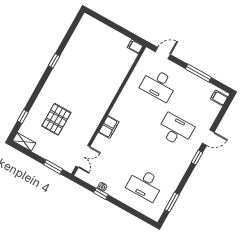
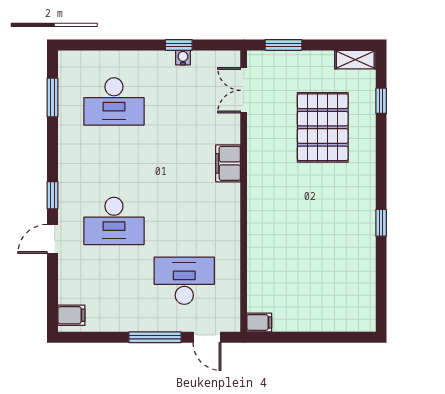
door: (163, 53) -> (207, 337), hinge flipped
window: (198, 73) -> (155, 337), moved
pallet: (56, 119) -> (323, 127), width x1.37, depth x1.41
desk: (145, 185) -> (114, 101), turned 180

